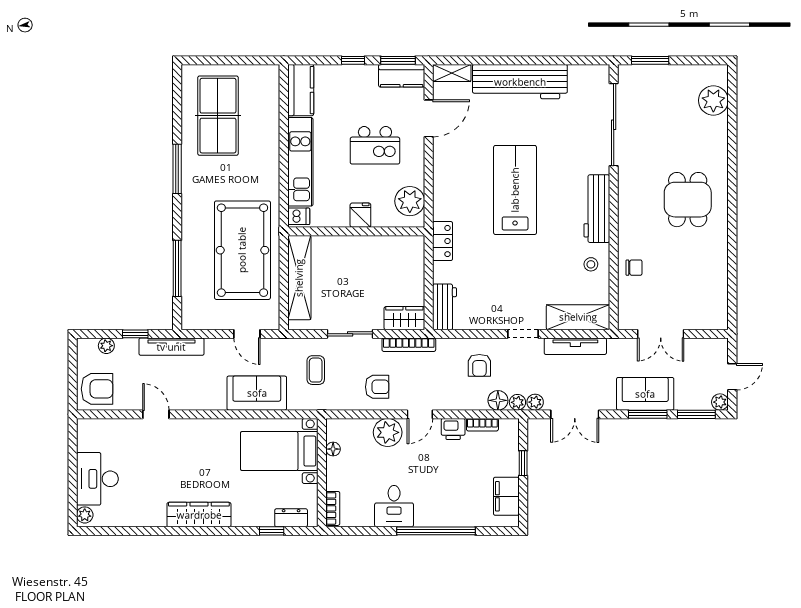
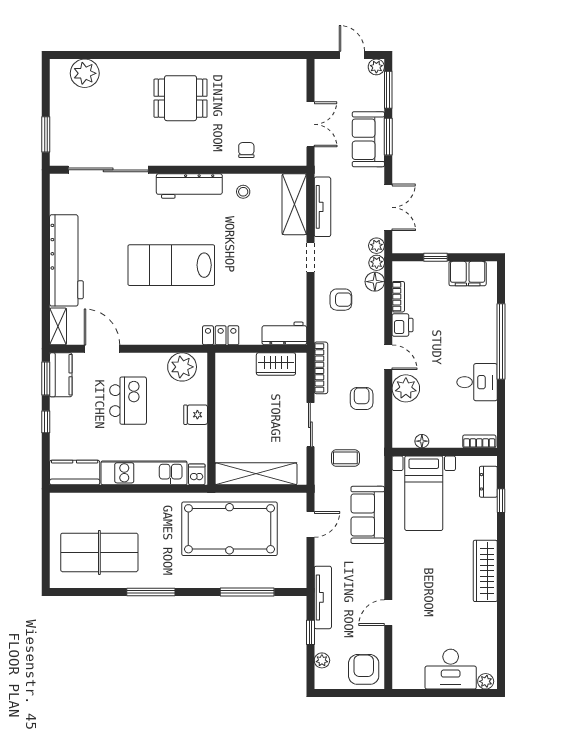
wardrobe: (404, 318) -> (276, 364), moved, turned -90

